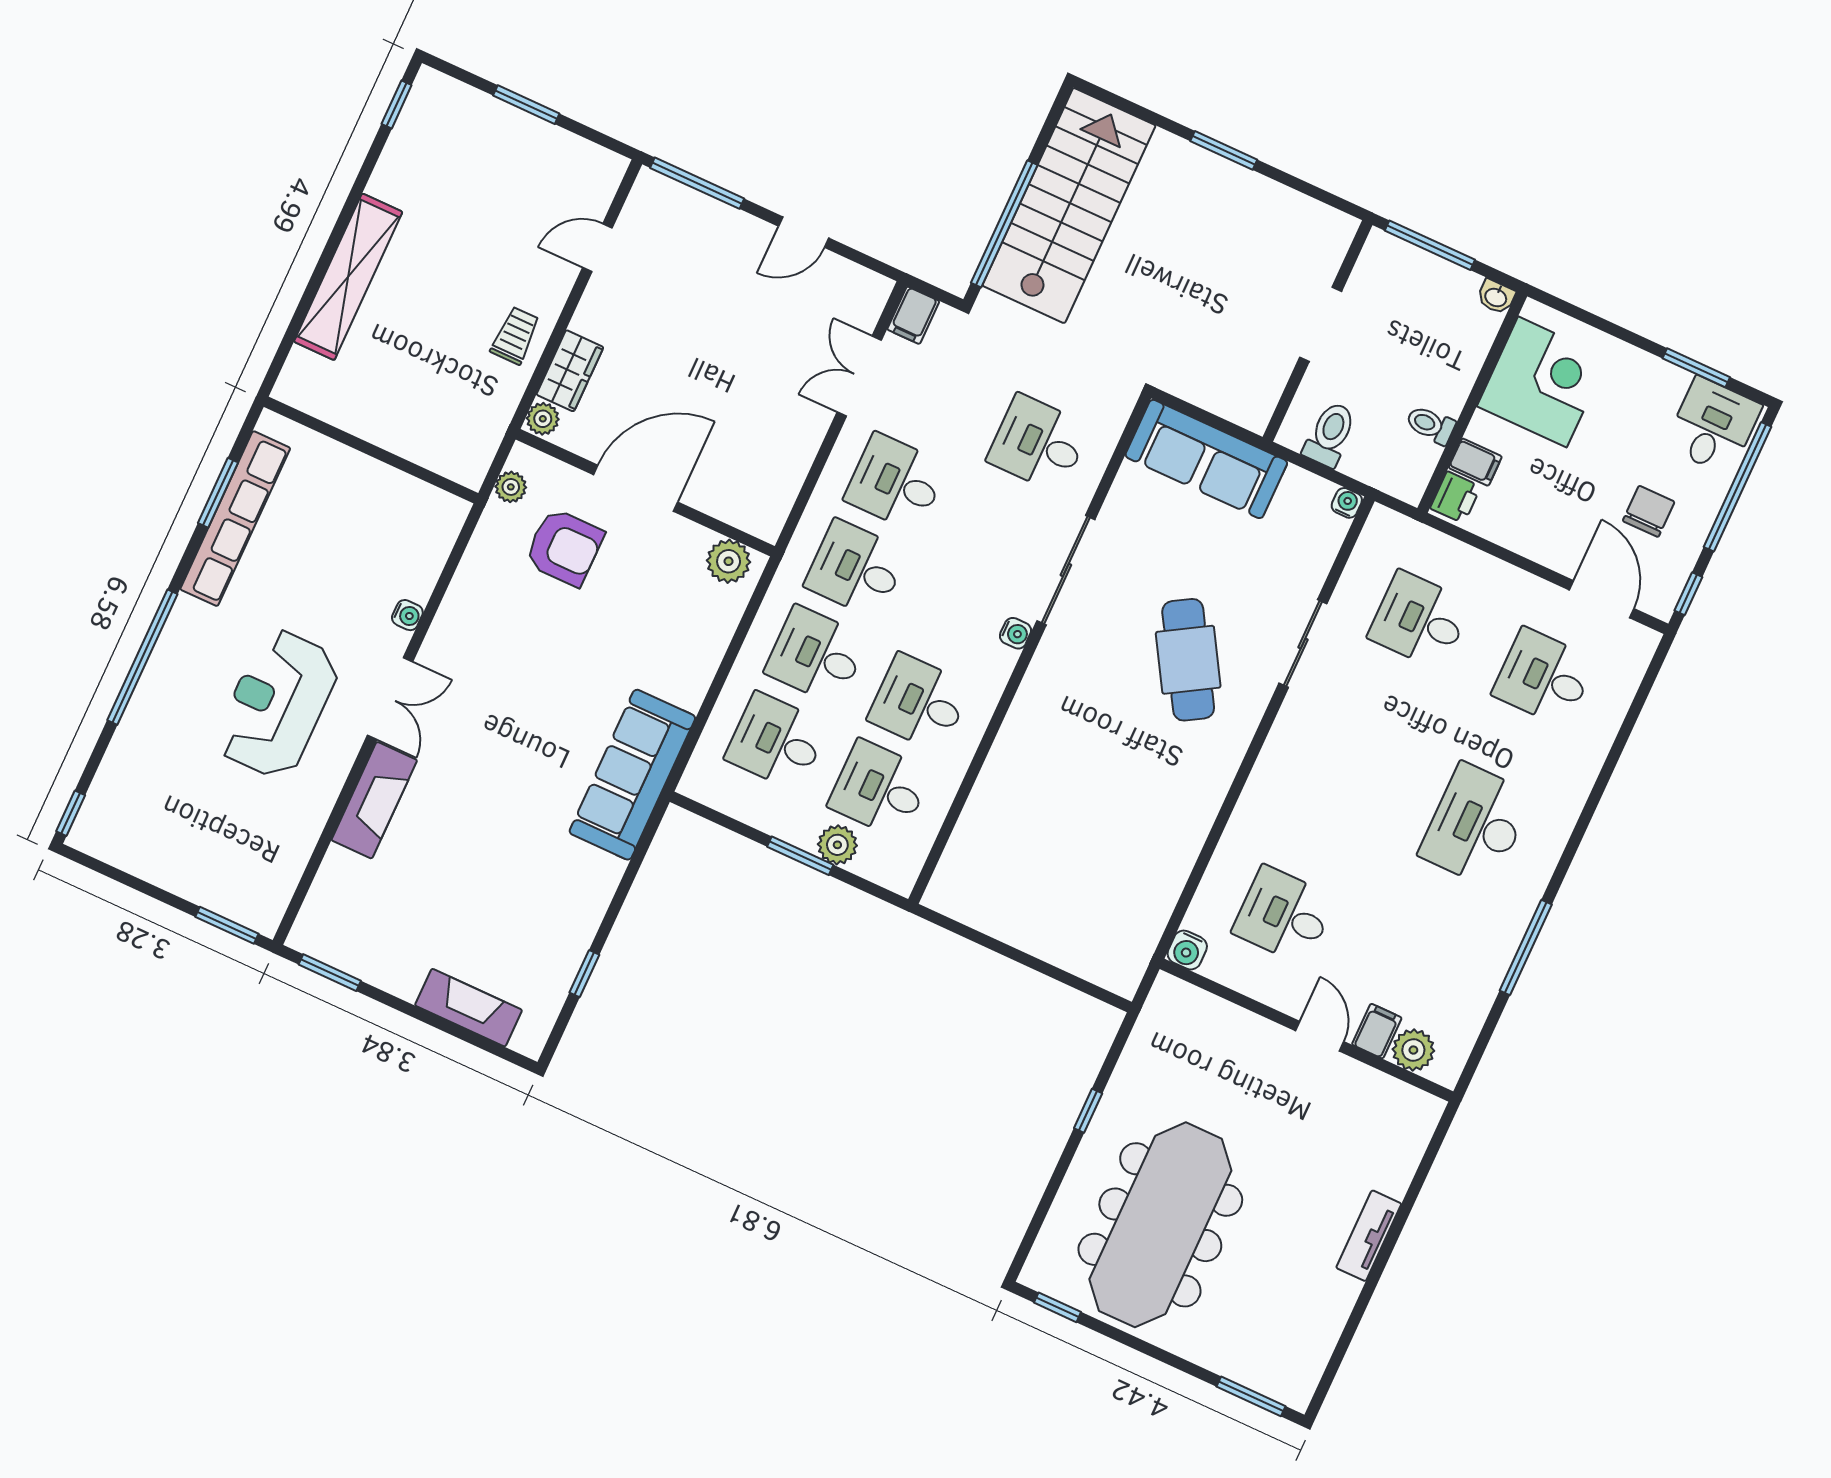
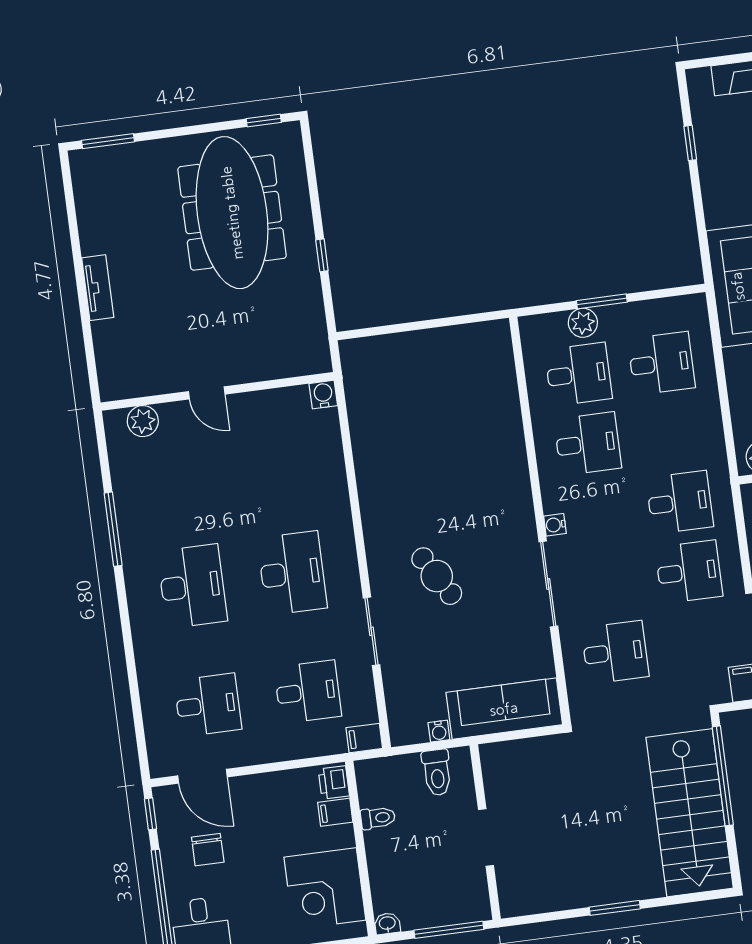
water cooler: (1347, 503) -> (439, 731), moved
desk: (816, 655) -> (671, 433), removed
cafe table: (1188, 660) -> (437, 576), width x0.73, depth x0.74
desk: (1284, 915) -> (292, 573), moved, width x1.37
filing cabinet: (1377, 1031) -> (364, 738), moved, turned 90

